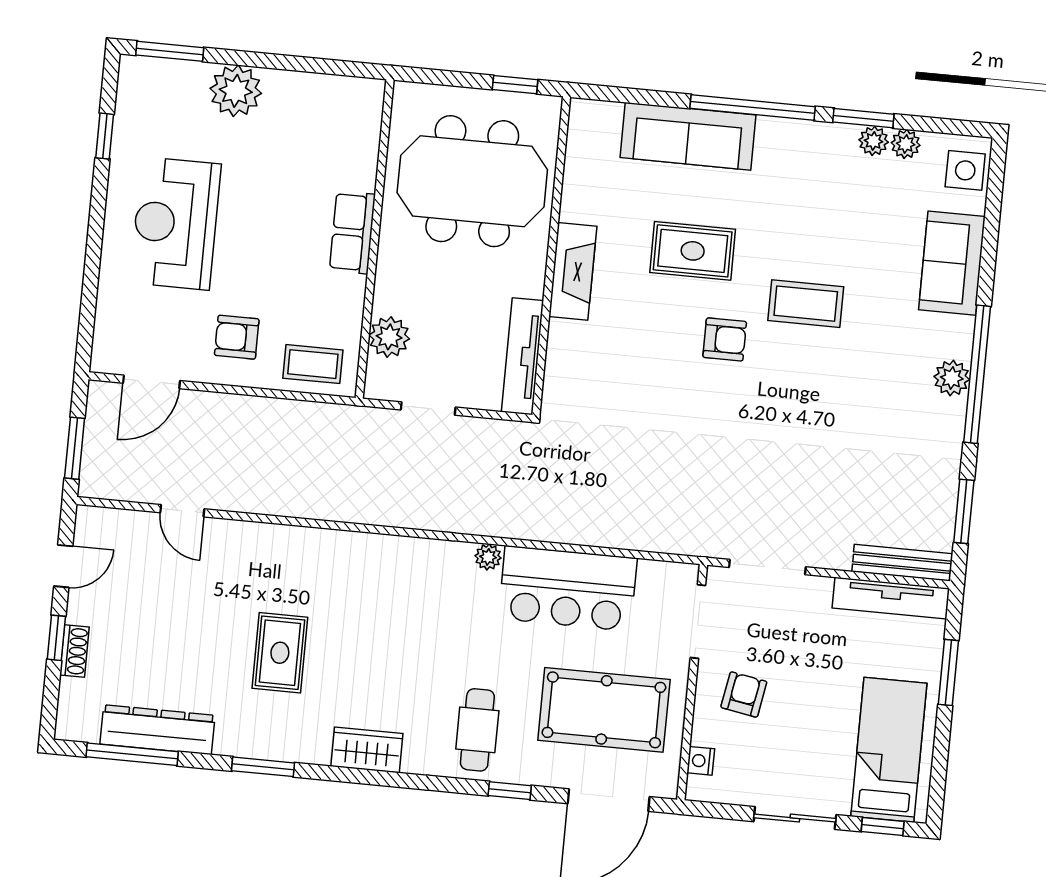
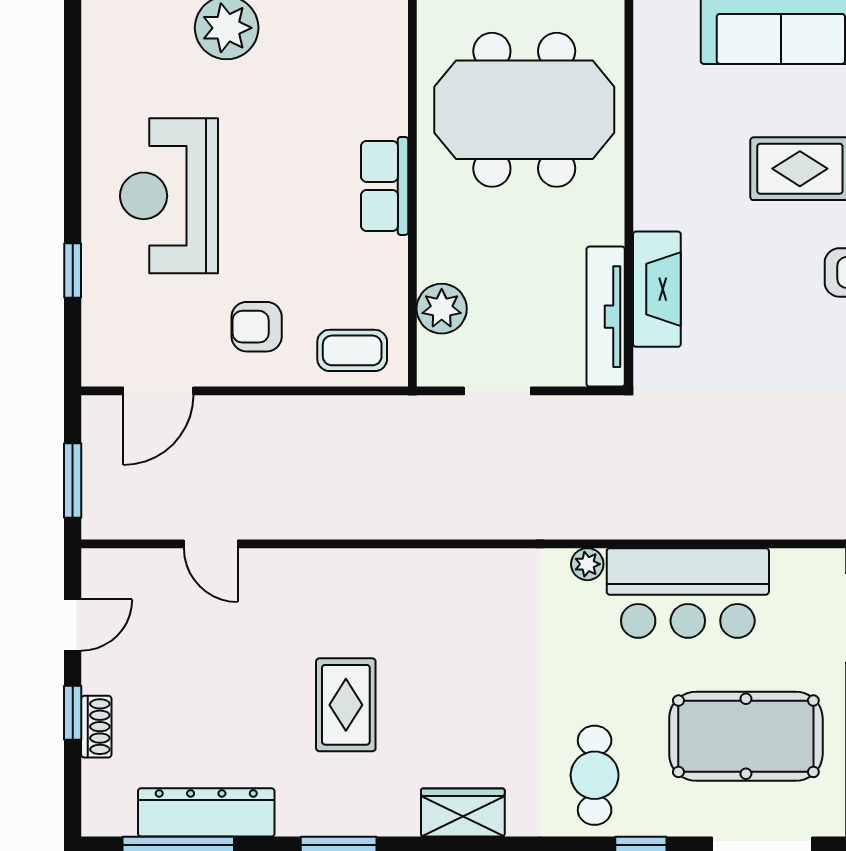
window: (105, 136) -> (73, 270), moved
fireplace: (573, 271) -> (657, 289), moved

